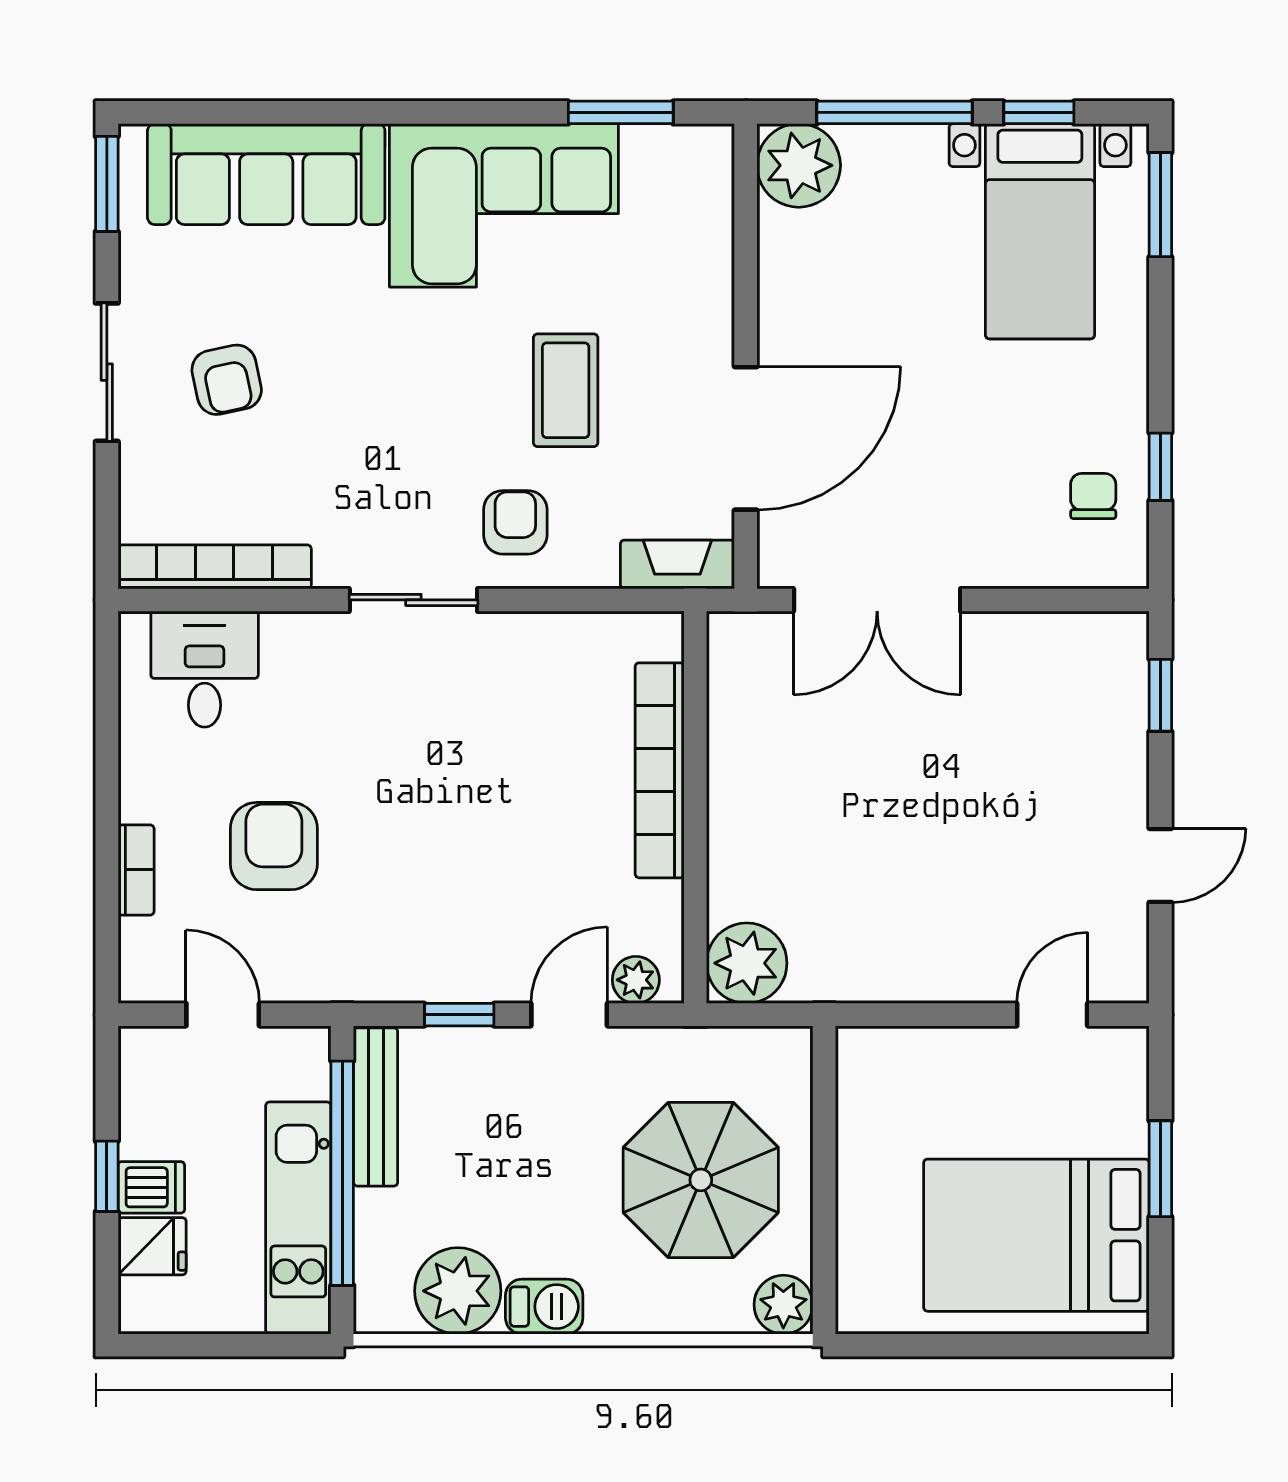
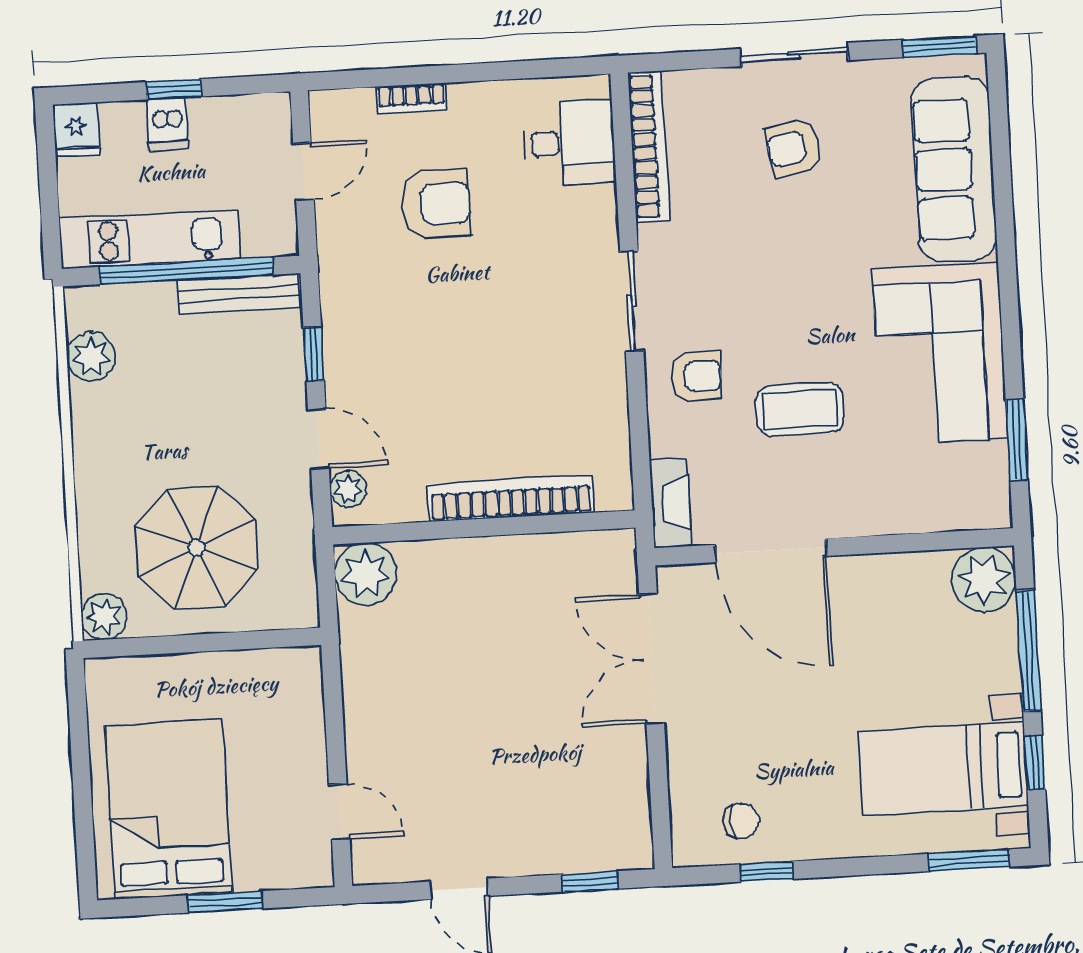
fridge: (152, 1246) -> (76, 130), moved
plant: (458, 1291) -> (91, 357), width x0.73, depth x0.73
barbecue: (544, 1307) -> (92, 432), removed

